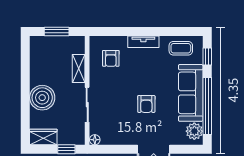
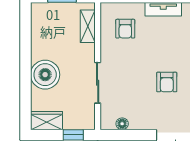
shelving: (79, 68) -> (88, 26), moved
floor lamp: (95, 140) -> (122, 124), moved

